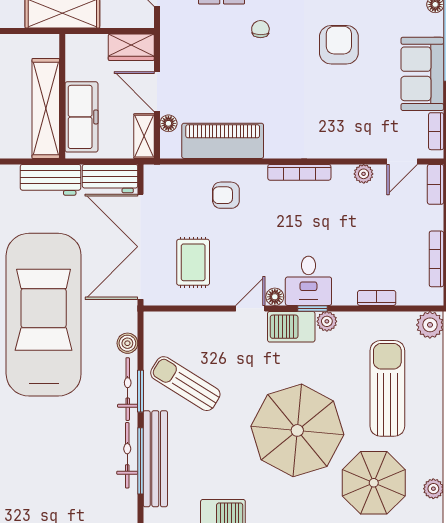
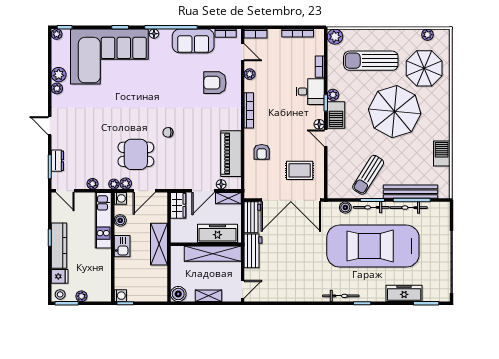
armchair: (339, 45) -> (215, 83), moved
desk: (308, 281) -> (310, 92), moved
car: (44, 315) -> (373, 246), moved

